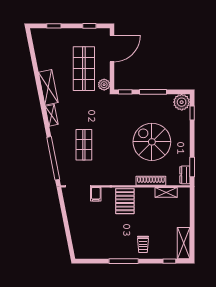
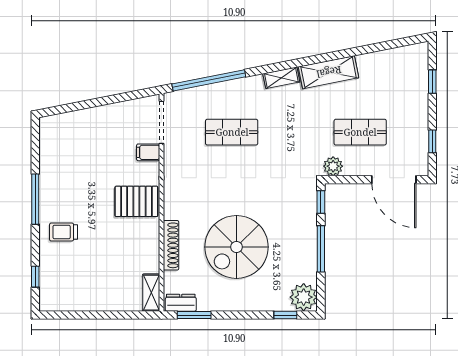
shop shelf: (84, 69) -> (360, 132), width x0.70, depth x0.74
spiral stairs: (152, 142) -> (236, 247), turned 180
shelving: (166, 192) -> (151, 293), moved
shelving: (184, 243) -> (66, 301), removed

